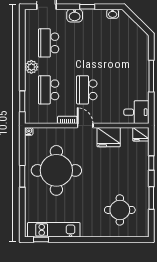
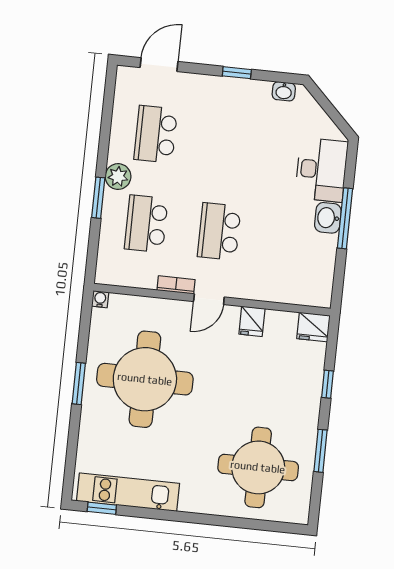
washbasin: (75, 16) -> (328, 218), moved, turned 90
window: (22, 101) -> (98, 198), moved
desk: (136, 112) -> (321, 170), moved, width x1.37
door: (85, 126) -> (209, 299), swing flipped
fridge: (109, 137) -> (252, 321), width x0.53, depth x0.75
round table: (120, 210) -> (258, 467), width x1.36, depth x1.36

